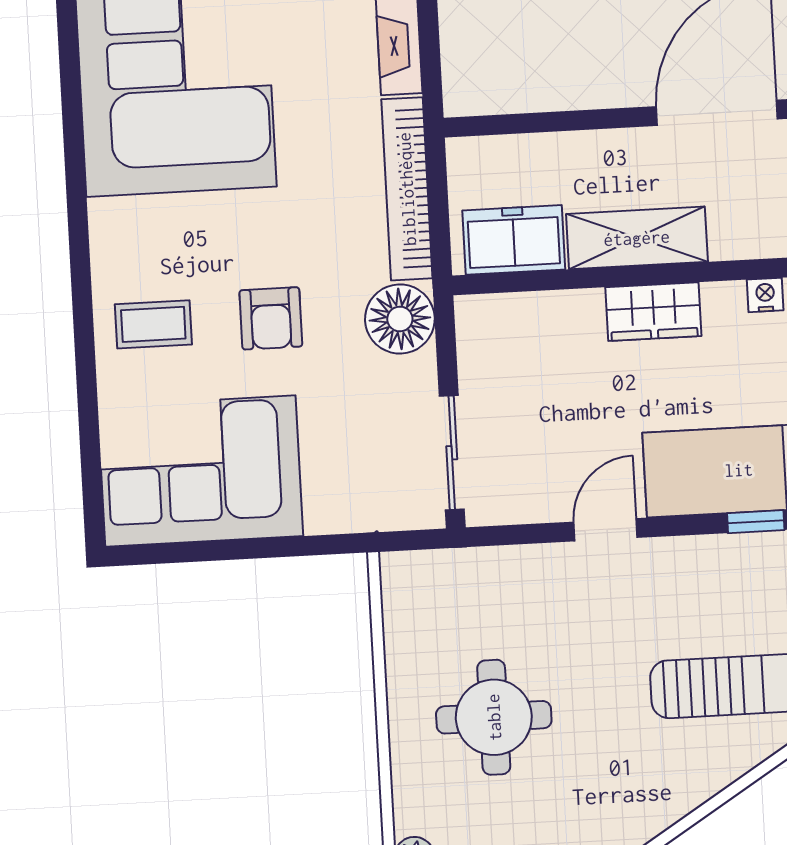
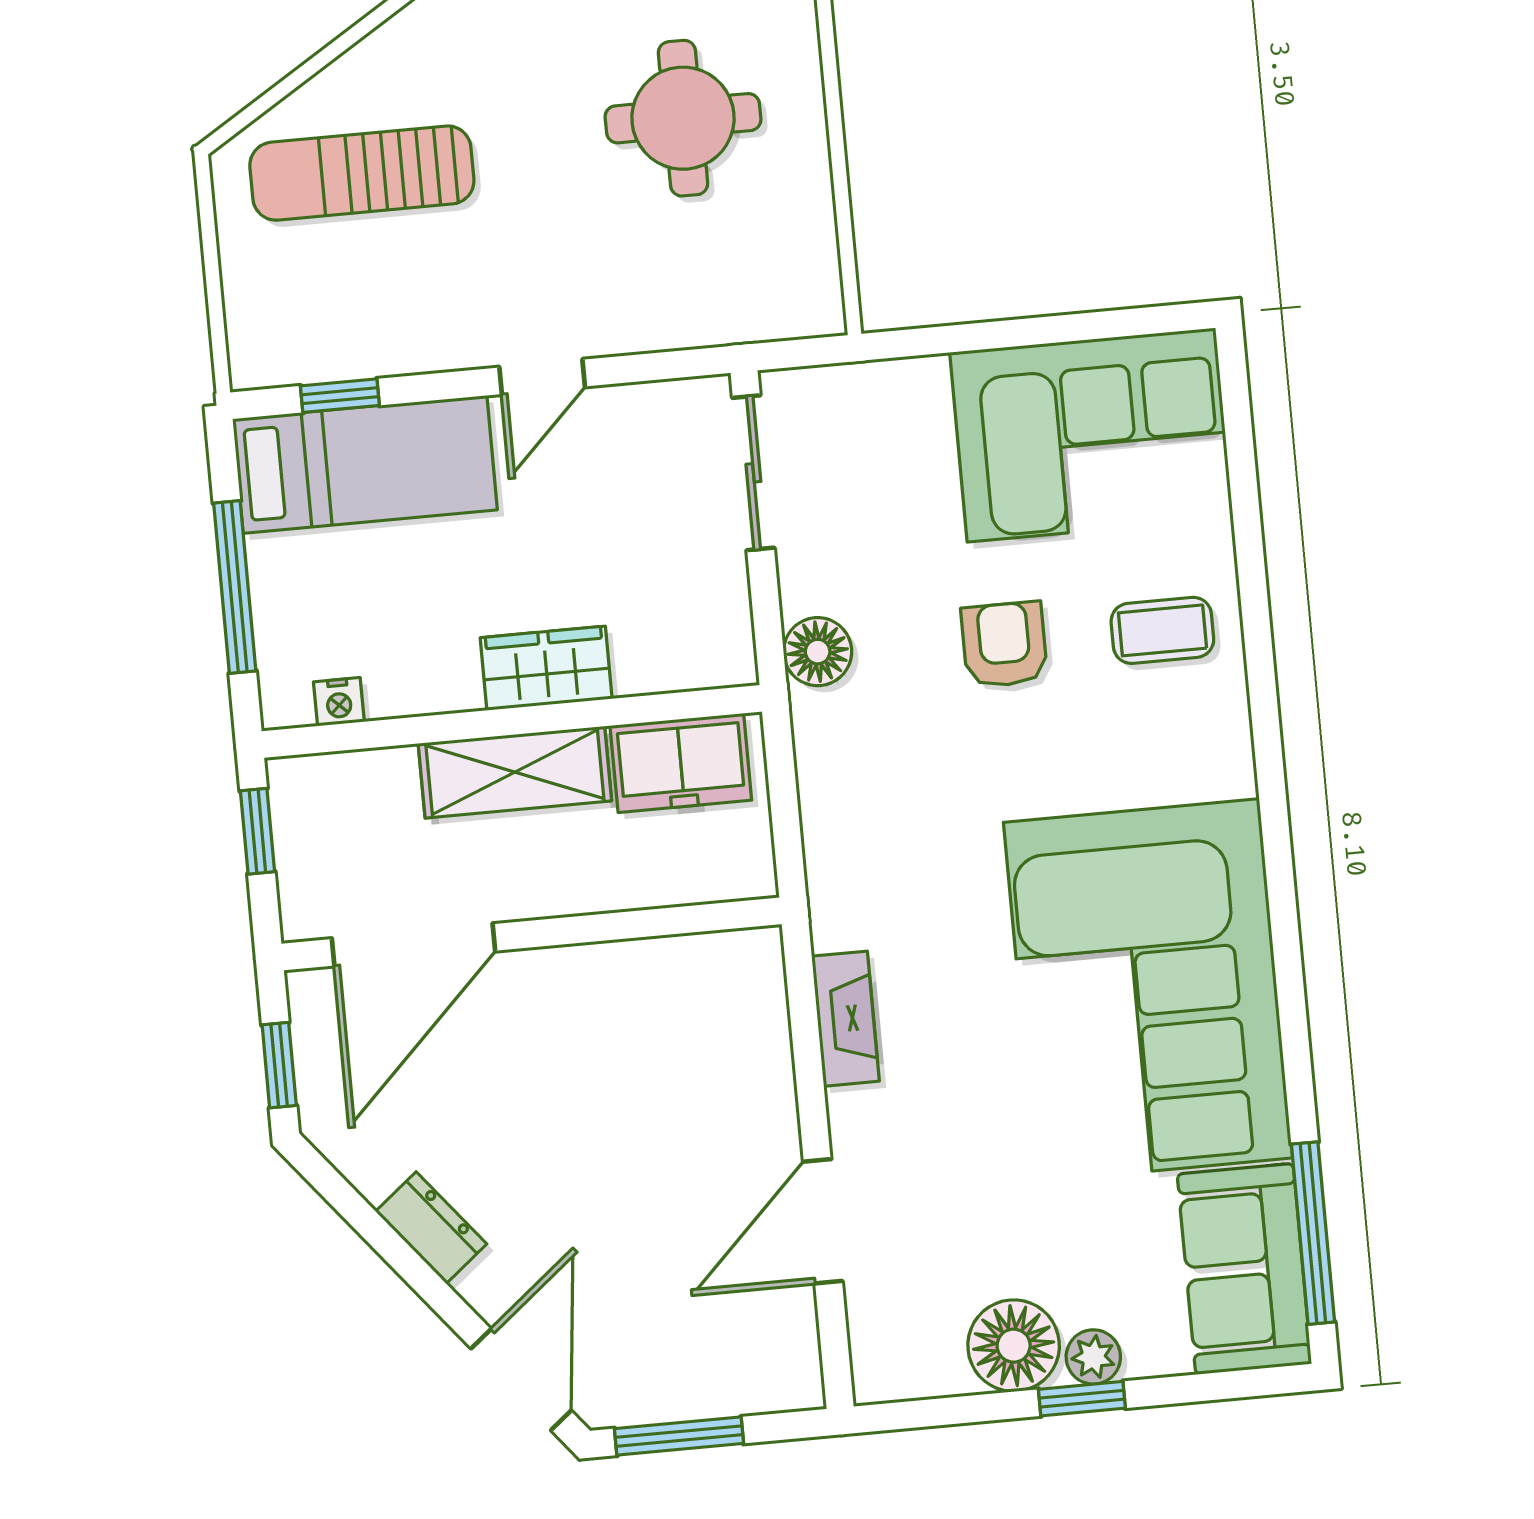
bookcase: (407, 189) -> (828, 826), removed
wardrobe: (653, 312) -> (546, 668), moved
floor lamp: (400, 319) -> (818, 652), width x0.73, depth x0.73

